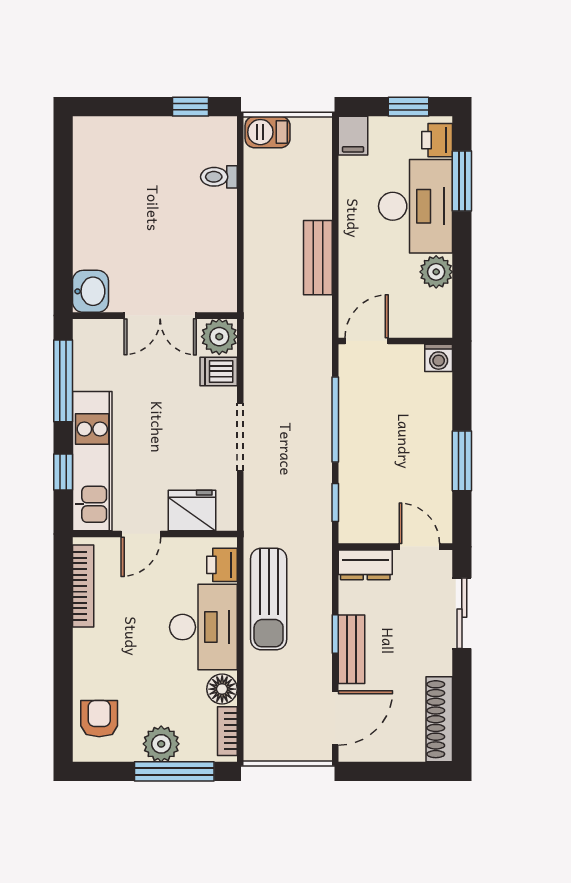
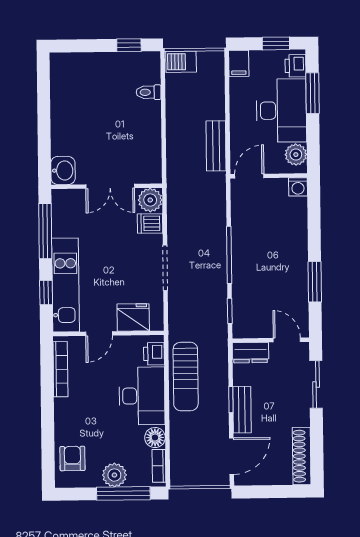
door: (367, 341) -> (249, 176), moved
wall: (395, 341) -> (269, 176), moved
washing machine: (439, 358) -> (298, 187), moved

